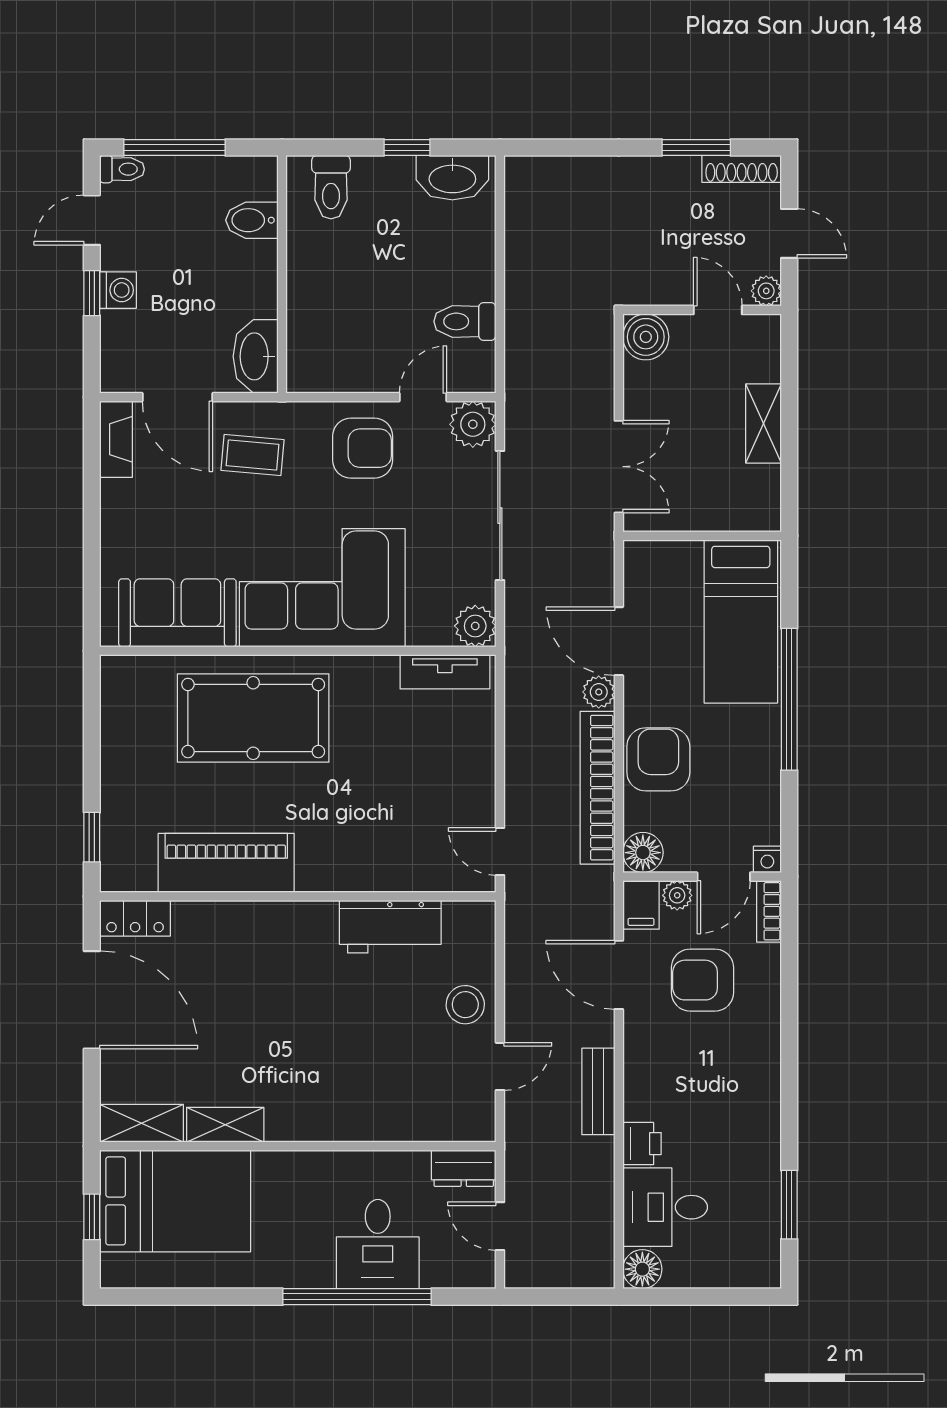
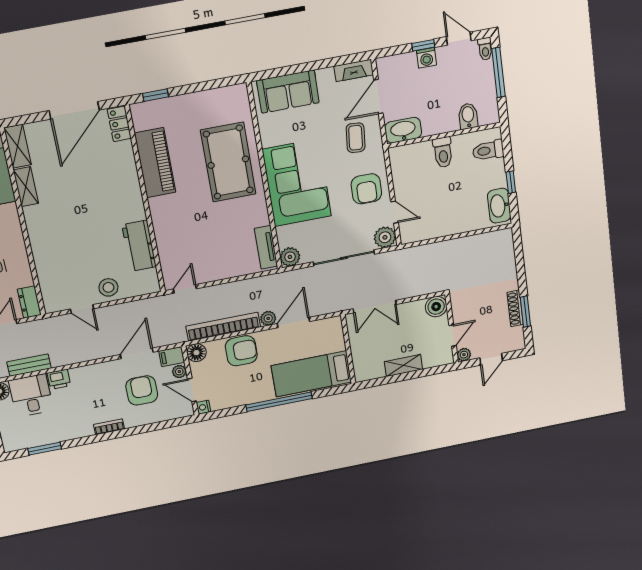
shoe rack: (742, 169) -> (515, 308), moved
toilet: (465, 321) -> (443, 152), moved, turned 180
sofa: (177, 613) -> (288, 92), moved, turned 90
bookcase: (769, 911) -> (109, 427), moved
bench: (598, 1091) -> (29, 365), moved

